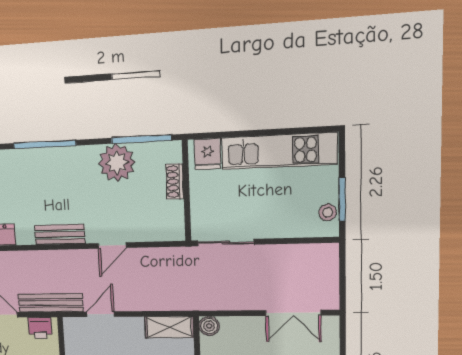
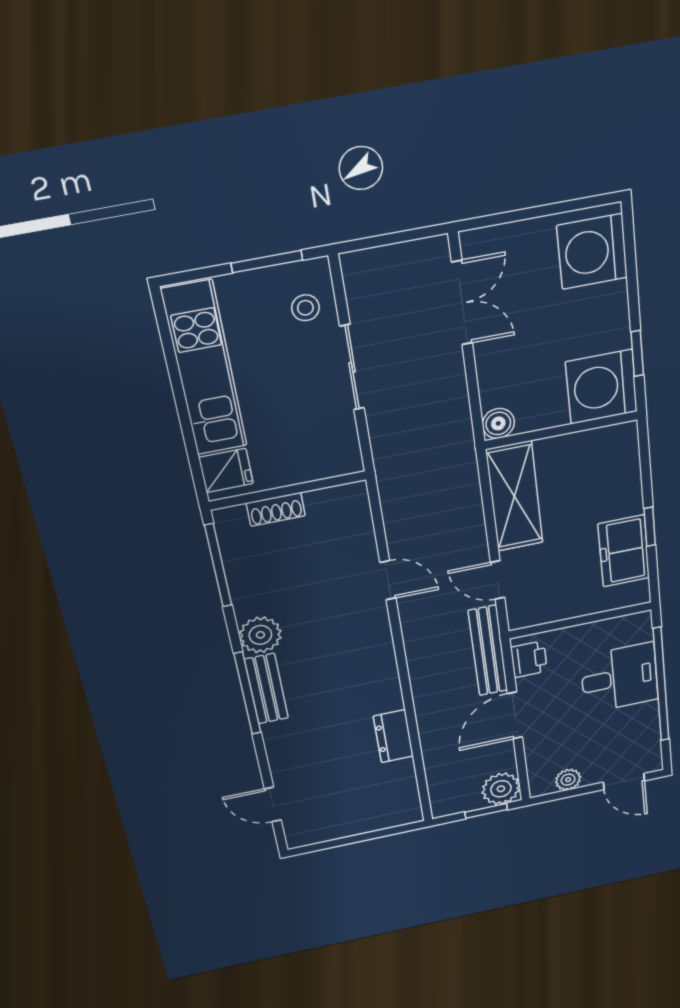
plant: (117, 163) -> (260, 635), moved, width x0.73, depth x0.73
stool: (328, 212) -> (305, 308), moved
bench: (60, 234) -> (266, 689), moved
sliding door: (226, 243) -> (352, 367), moved
shelving: (169, 327) -> (514, 497), width x1.50, depth x1.33

